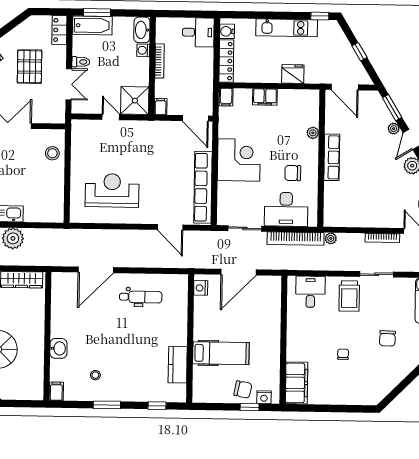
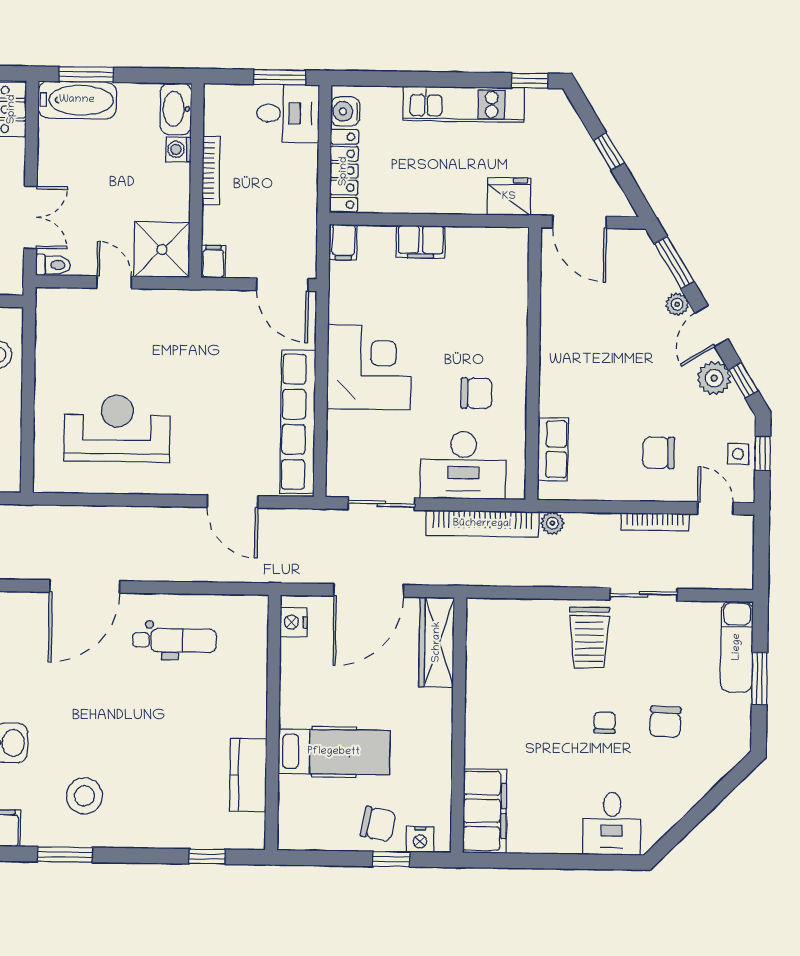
window: (194, 14) -> (279, 77), added
toilet: (81, 62) -> (53, 265), moved
fridge: (293, 74) -> (509, 197), moved
plant: (313, 133) -> (516, 313), removed
row of seats: (332, 157) -> (553, 449), moved, width x0.68
chair: (293, 173) -> (477, 393), turned 180
chair: (384, 203) -> (659, 453), added
desk: (310, 292) -> (612, 824), moved, turned 180
wardrobe: (273, 298) -> (437, 642), added
chair: (343, 354) -> (605, 723), moved
stool: (95, 375) -> (84, 796), width x1.89, depth x1.89
window: (107, 405) -> (65, 855), moved

